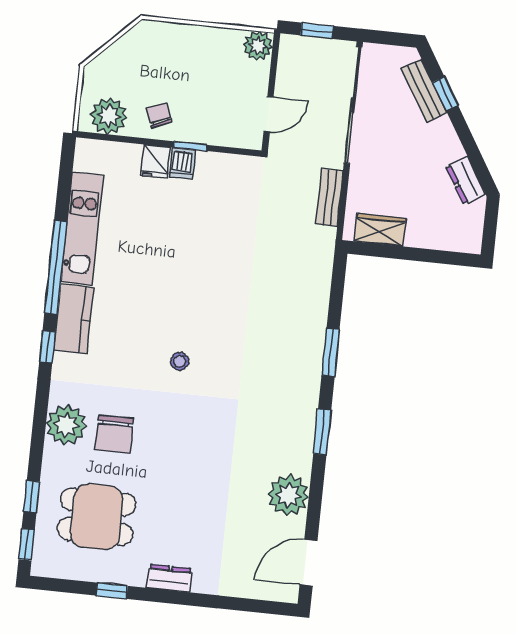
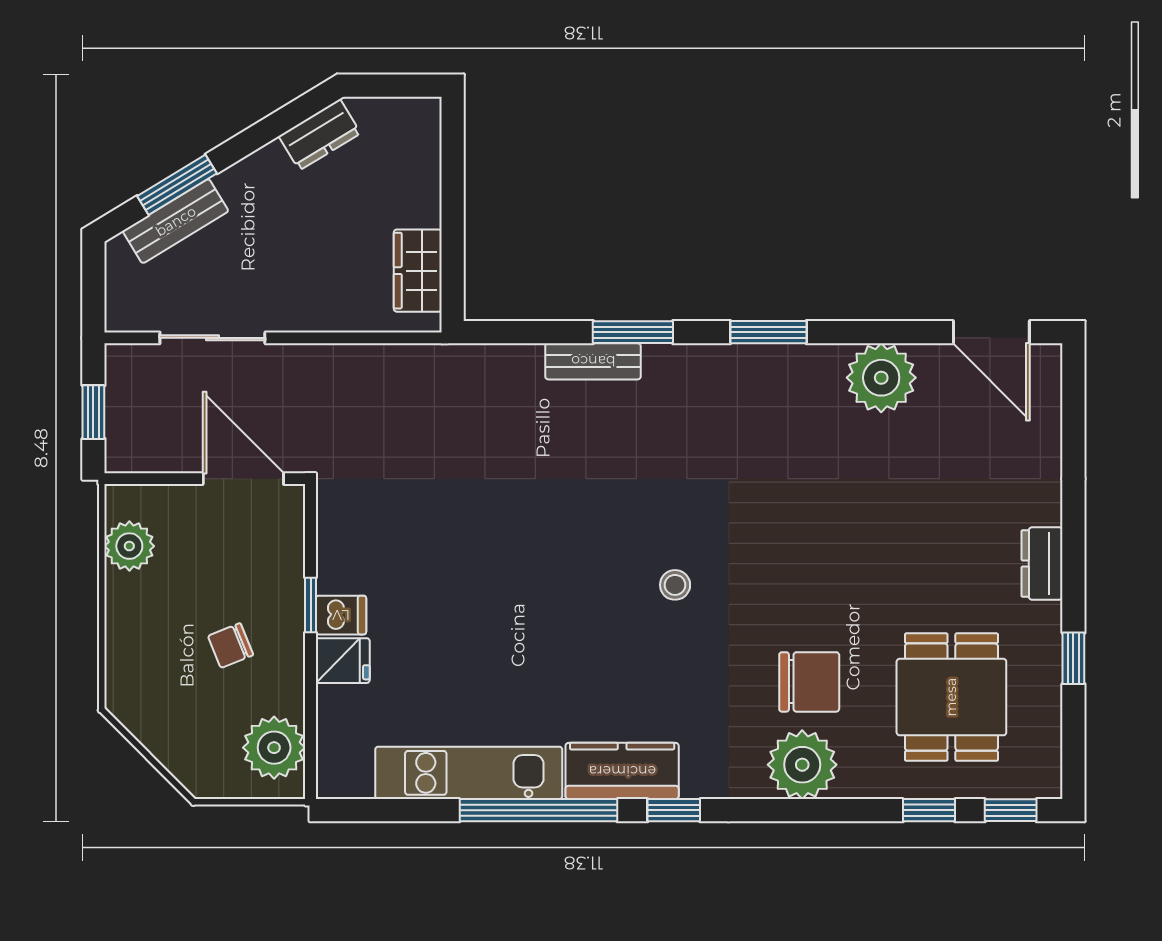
plant: (258, 46) -> (129, 546), moved
window: (445, 94) -> (177, 185), width x1.50
sliding door: (353, 105) -> (212, 338), width x0.54
door: (269, 114) -> (243, 479), width x1.38
chair: (159, 115) -> (231, 645), moved
bench: (330, 197) -> (593, 361), moved

